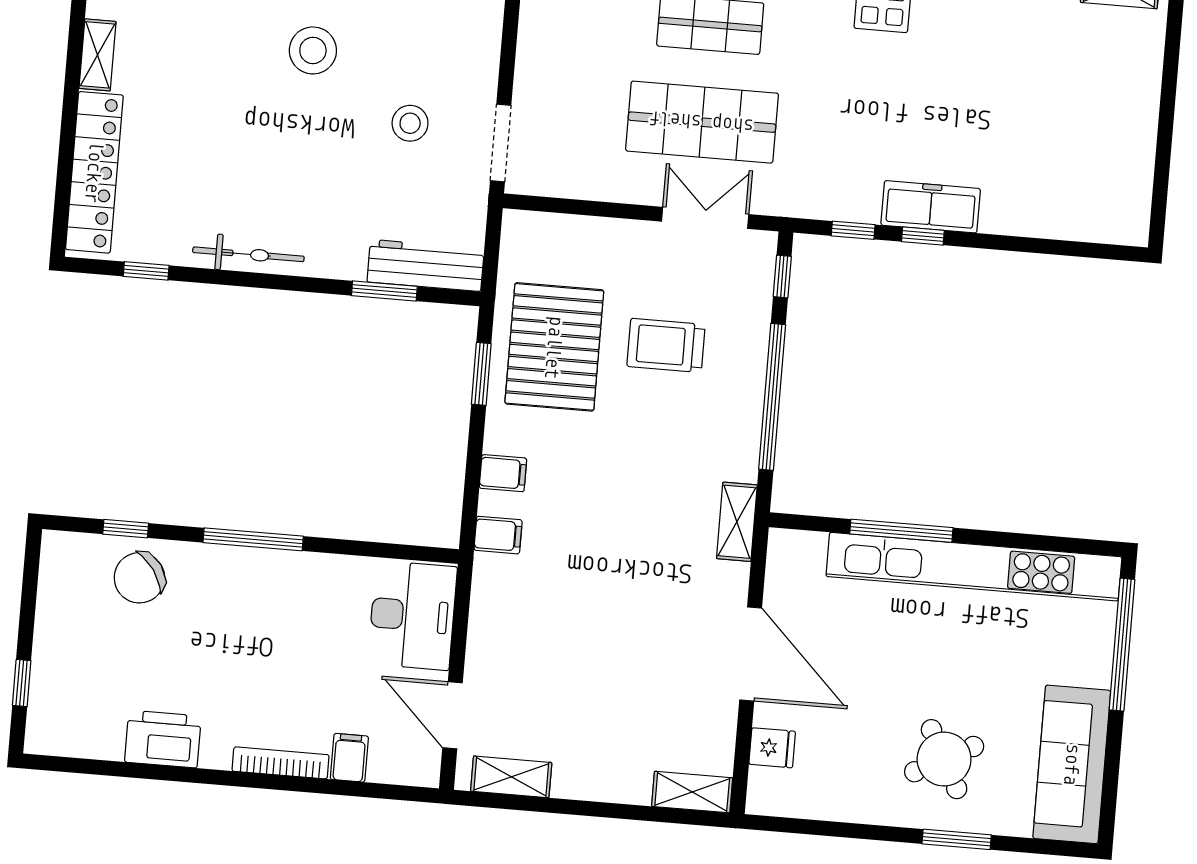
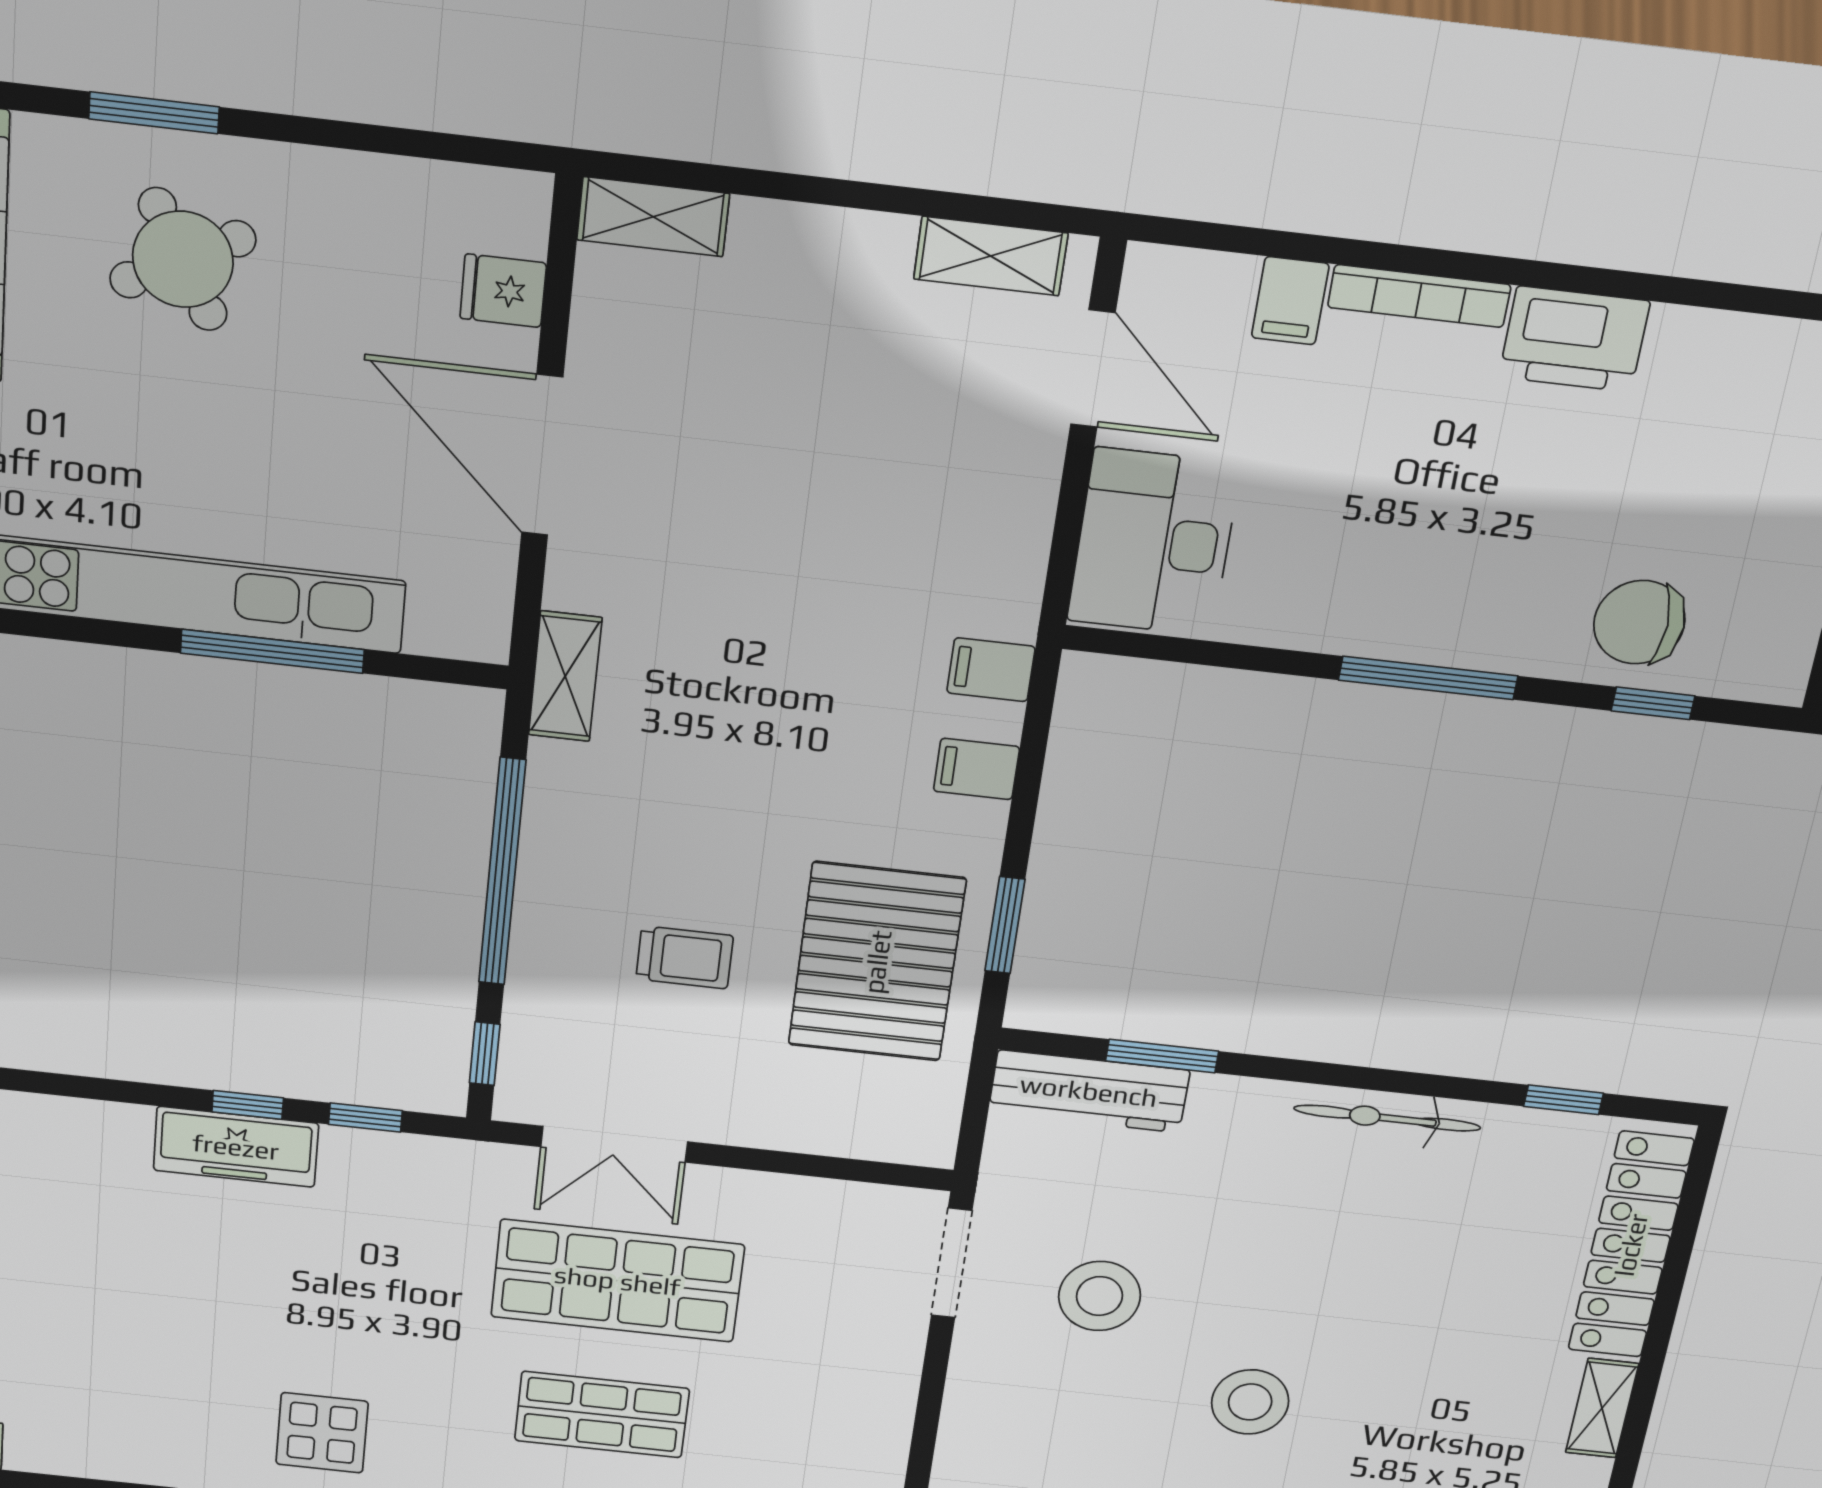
stool: (410, 123) -> (1100, 1296), width x1.38, depth x1.38
trolley: (666, 345) -> (685, 957), width x0.73, depth x0.72
chair: (139, 578) -> (1639, 622), turned -145
printer: (163, 739) -> (1574, 339), moved

